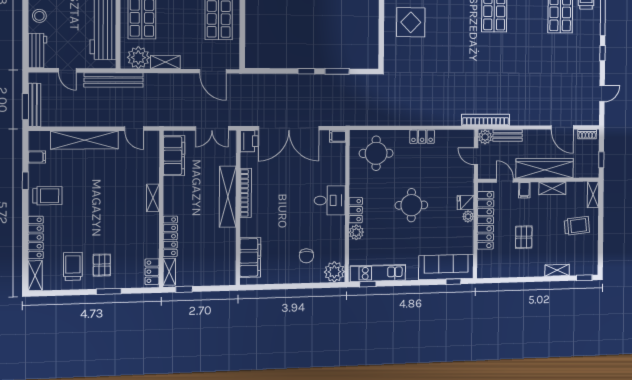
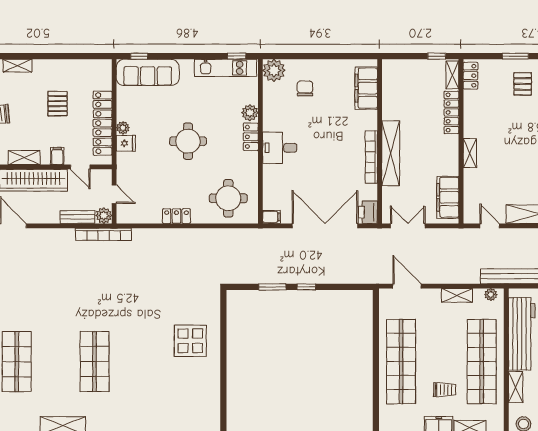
plant: (138, 57) -> (491, 295), width x0.53, depth x0.53

